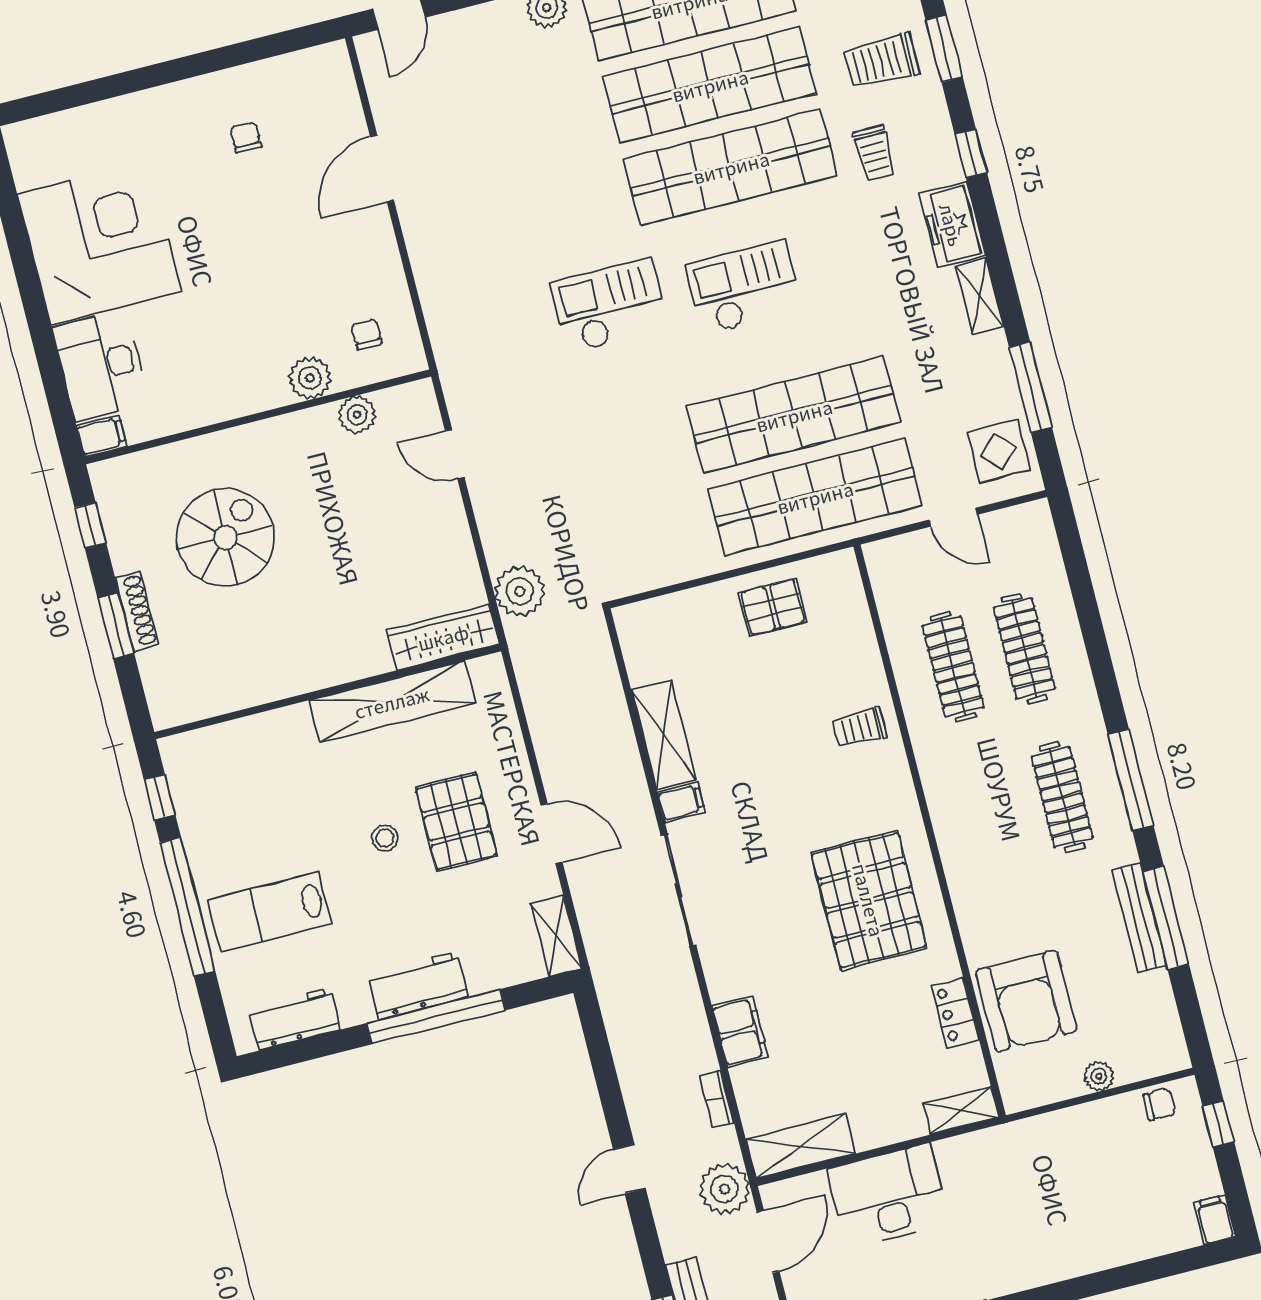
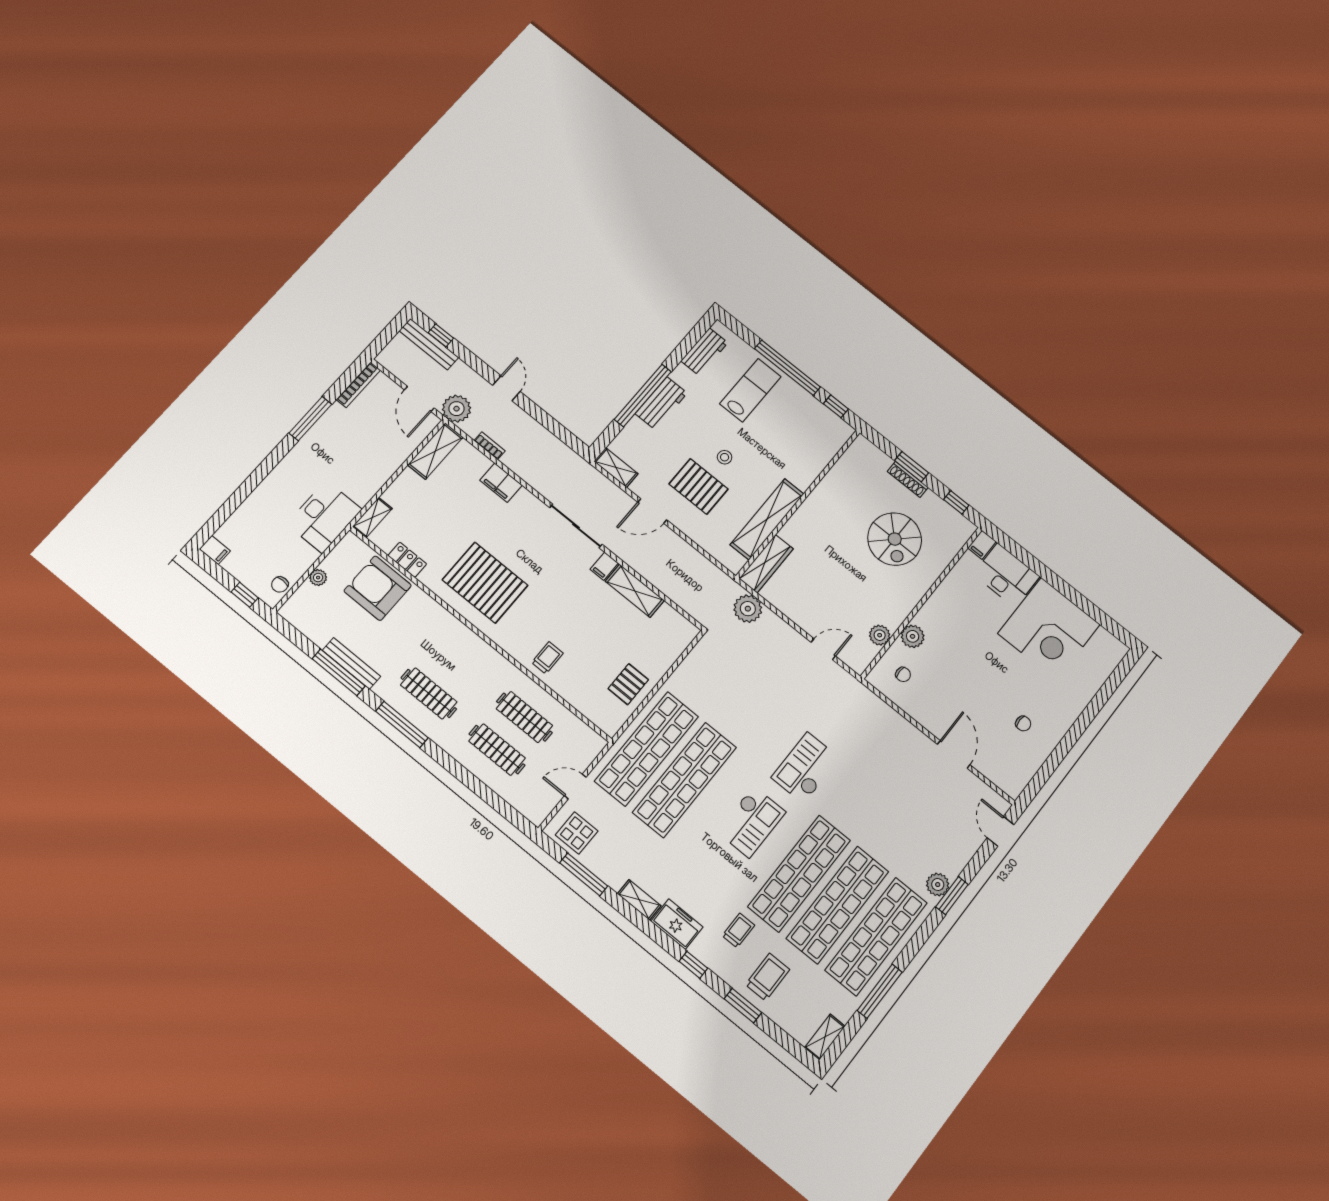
trolley: (874, 153) -> (738, 930), turned 90
checkout: (610, 306) -> (806, 768), turned 180
desk: (889, 1196) -> (324, 517), moved

